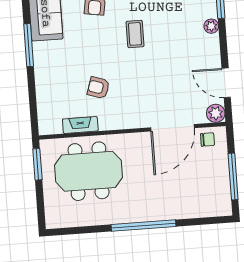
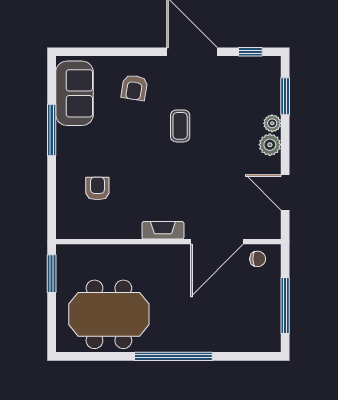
armchair: (98, 88) -> (97, 188), moved, turned 72
plant: (216, 113) -> (270, 145), moved
fireplace: (80, 125) -> (163, 230), moved
meeting table: (89, 171) -> (109, 314), moved

